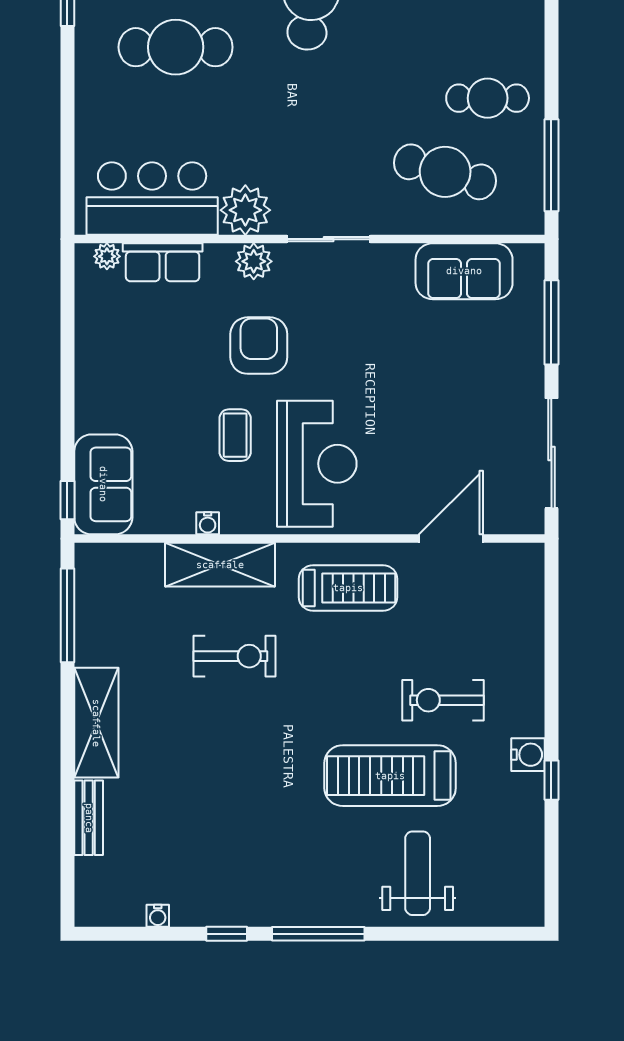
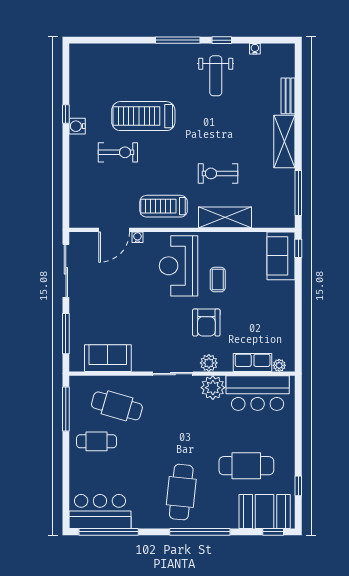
water cooler: (208, 523) -> (137, 237), moved
treadmill: (390, 776) -> (143, 116), turned 180
weight bench: (418, 873) -> (216, 76), moved

